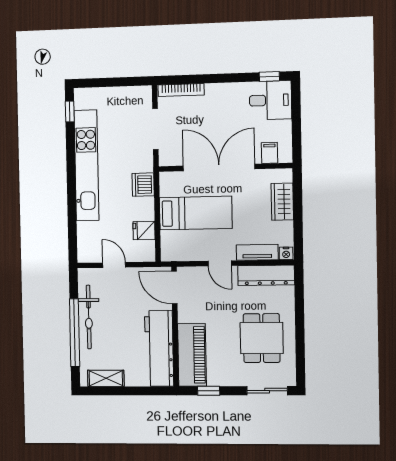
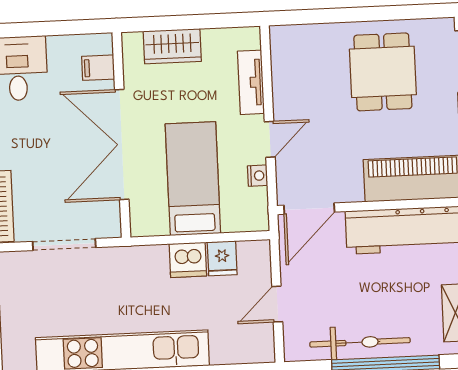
dishwasher: (143, 185) -> (188, 260), moved
nightstand: (286, 253) -> (258, 176), moved
dresser: (266, 275) -> (286, 68), removed
dining table: (262, 338) -> (383, 72), turned 90

